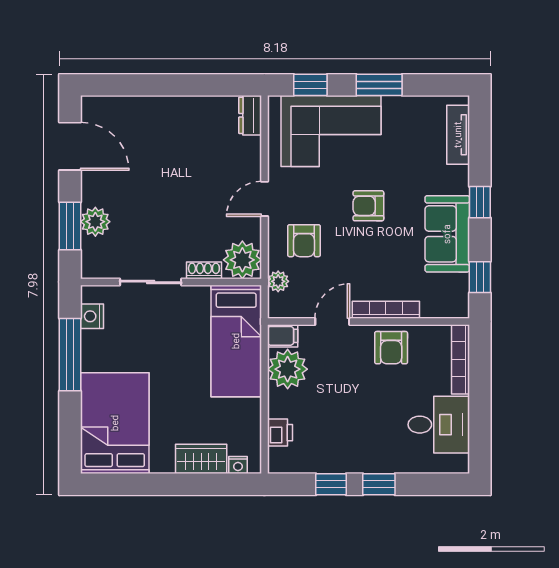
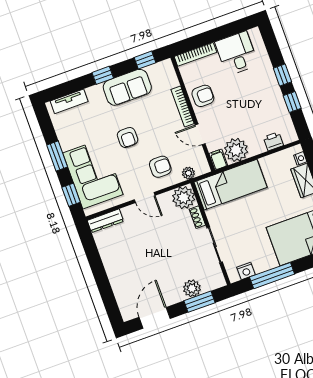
dresser: (250, 115) -> (105, 221), width x1.44

